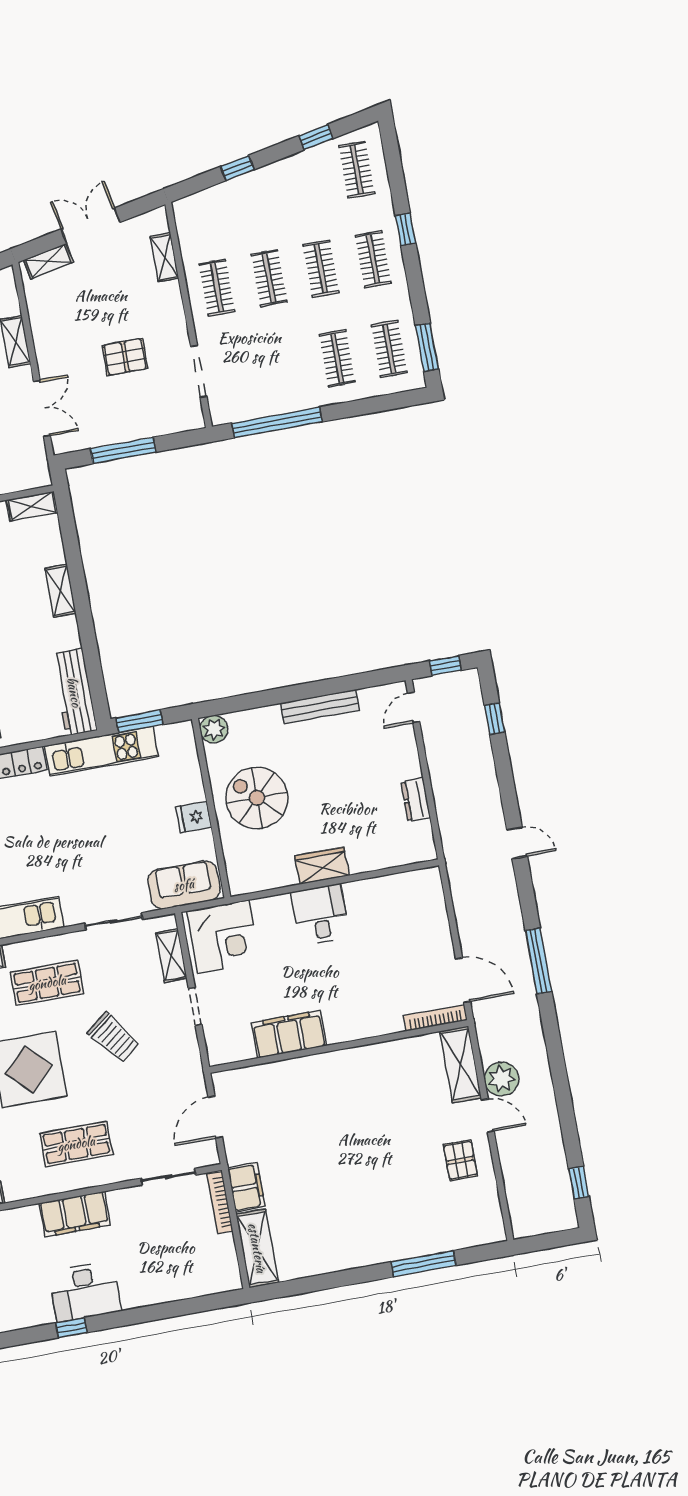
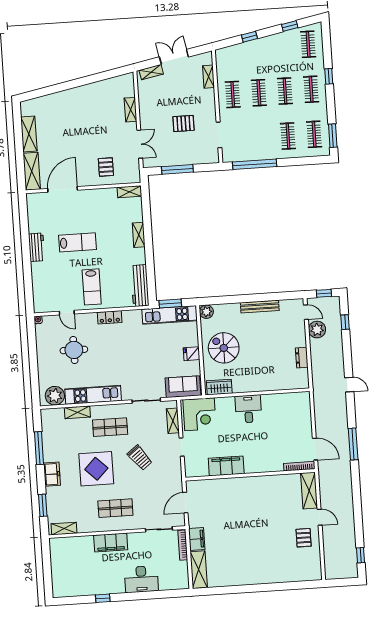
door: (414, 707) -> (306, 312), swing flipped
kitchen unit: (101, 751) -> (170, 315), moved
wardrobe: (322, 866) -> (219, 387), moved
plant: (501, 1079) -> (317, 330), moved
window: (423, 1264) -> (280, 586), removed
desk: (85, 1292) -> (141, 579), moved

